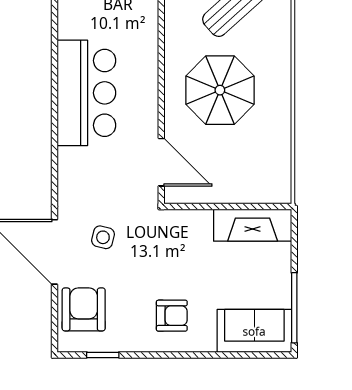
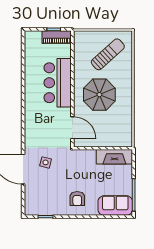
bar counter: (86, 93) -> (58, 83), moved, turned 180
armchair: (84, 309) -> (37, 196), removed
armchair: (172, 316) -> (77, 199), turned 90

